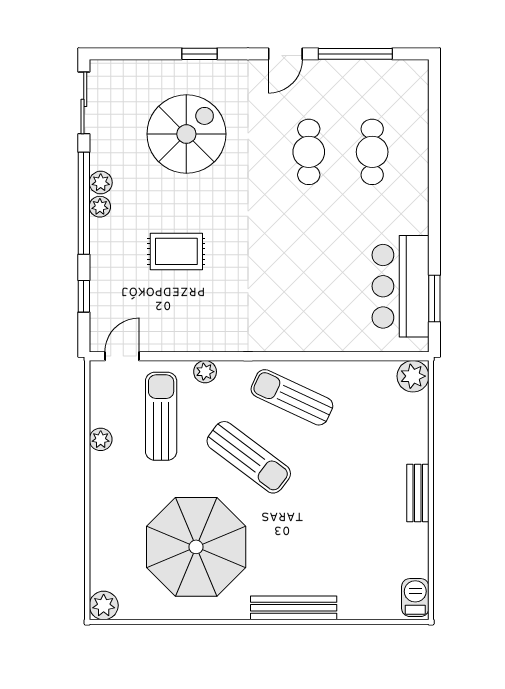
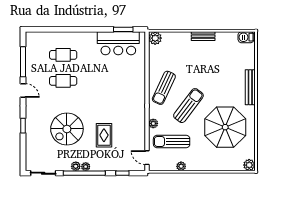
spiral stairs: (186, 134) -> (67, 129), moved, turned -90

